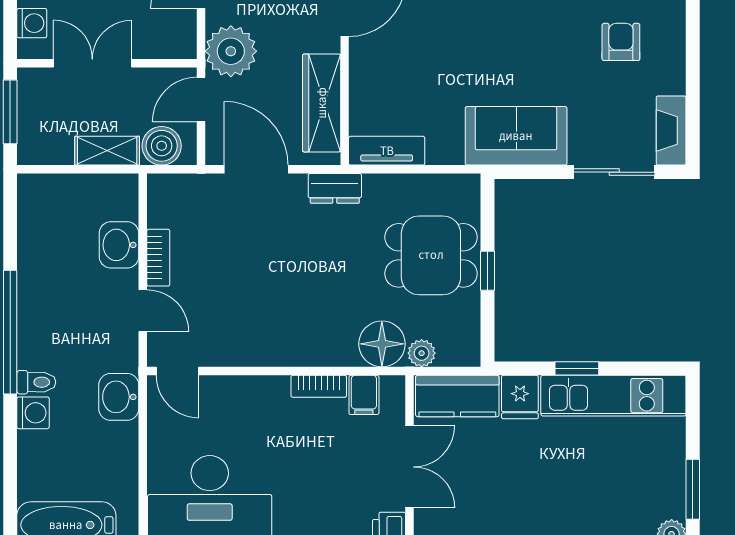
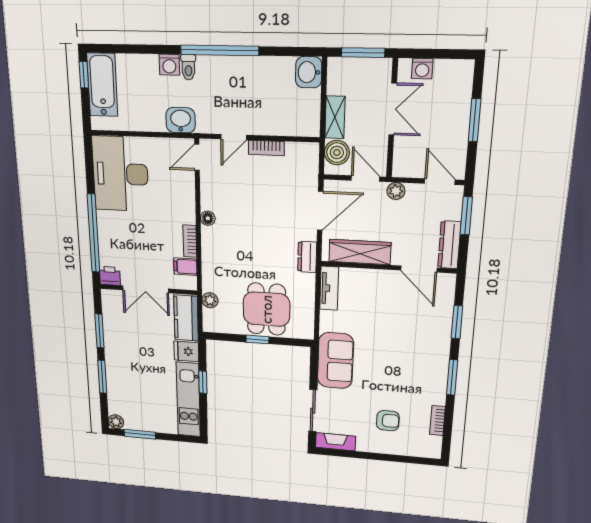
plant: (231, 51) -> (396, 191), width x0.53, depth x0.53
washbasin: (119, 245) -> (309, 72), moved, turned -90
floor lamp: (382, 344) -> (208, 218), moved, width x0.53, depth x0.53

